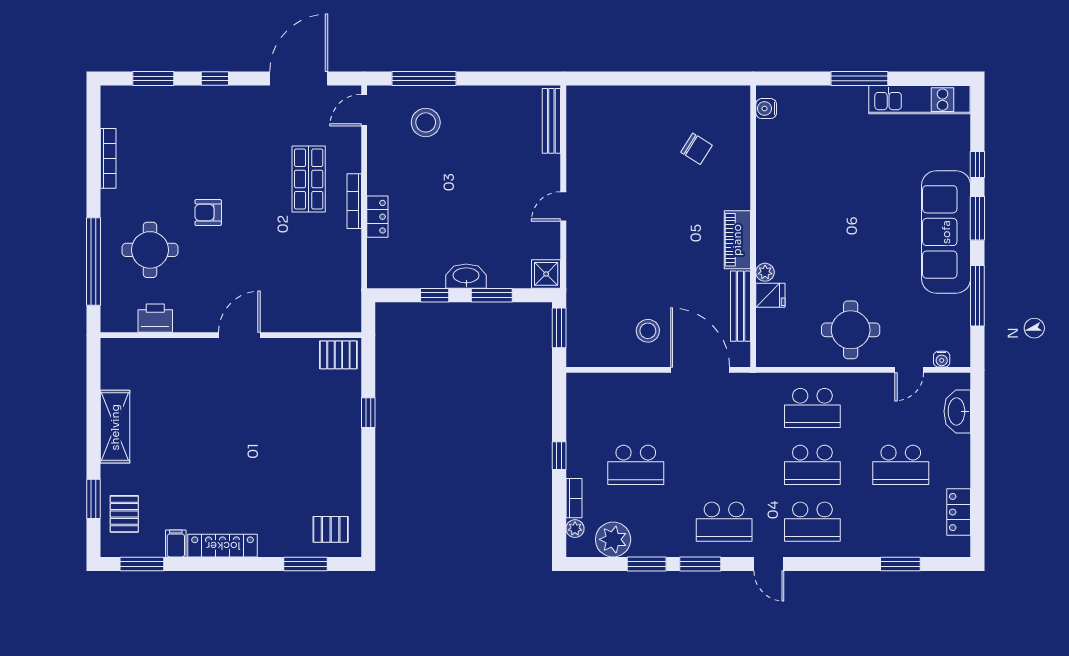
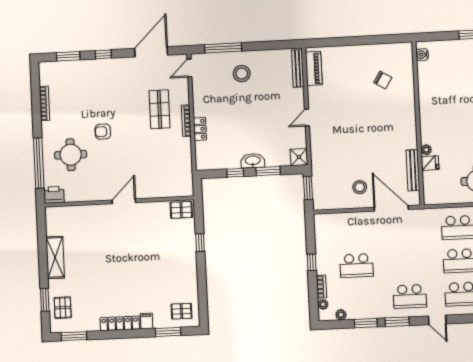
stool: (426, 122) -> (242, 74), moved
piano: (737, 240) -> (314, 68), moved, turned 180
printer: (155, 318) -> (54, 195), moved
plant: (613, 539) -> (341, 315), width x0.53, depth x0.53
filing cabinet: (176, 544) -> (147, 321), moved

